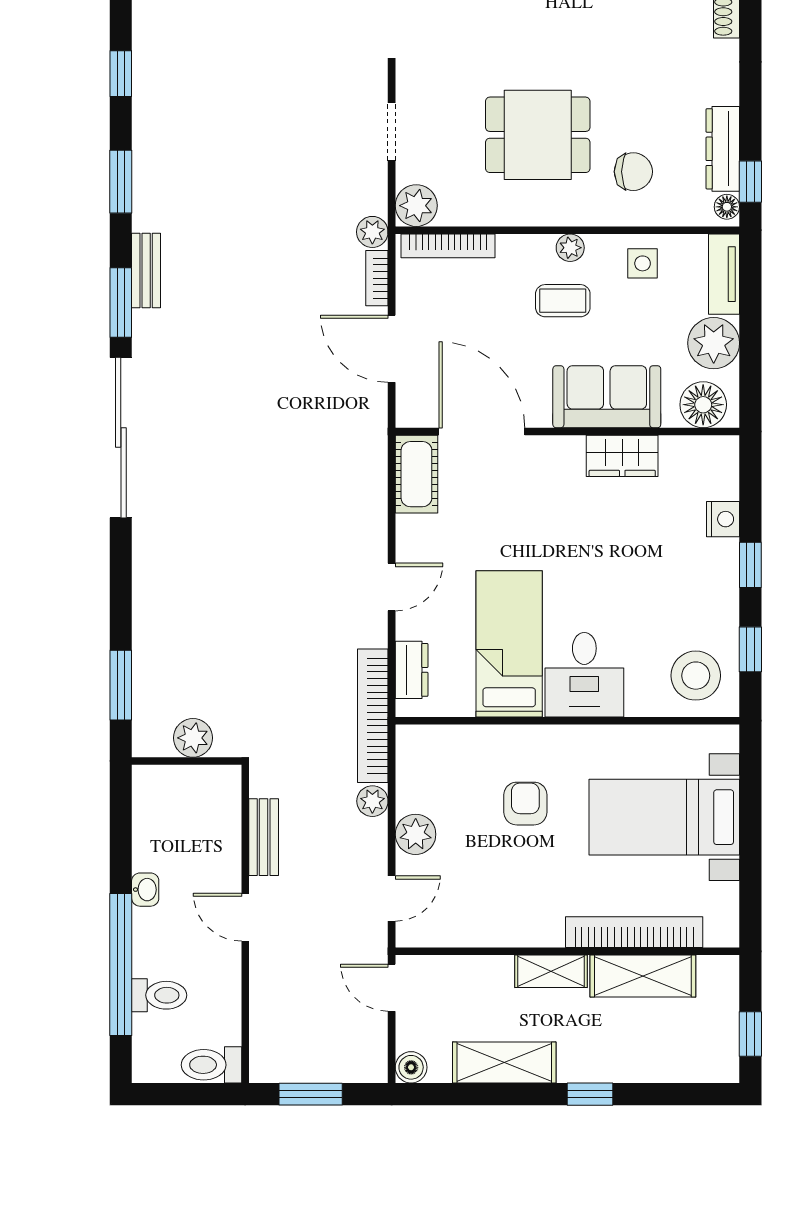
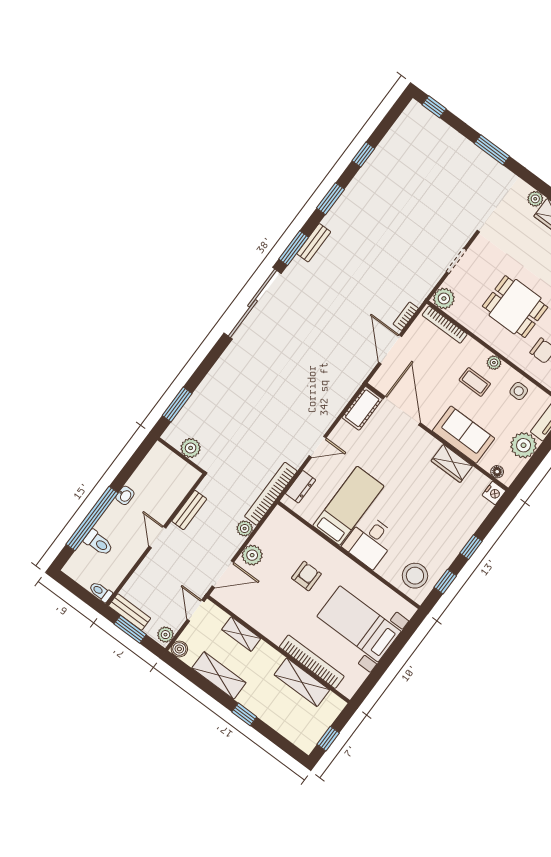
plant: (372, 232) -> (165, 635), moved
floor lamp: (703, 405) -> (497, 472), width x0.53, depth x0.53
nightstand: (723, 519) -> (494, 493), moved
door: (392, 898) -> (223, 574), width x1.38
shelving: (551, 971) -> (241, 634), moved
toilet: (211, 1065) -> (100, 592), width x0.73, depth x0.72
bench: (290, 1068) -> (130, 612), added

